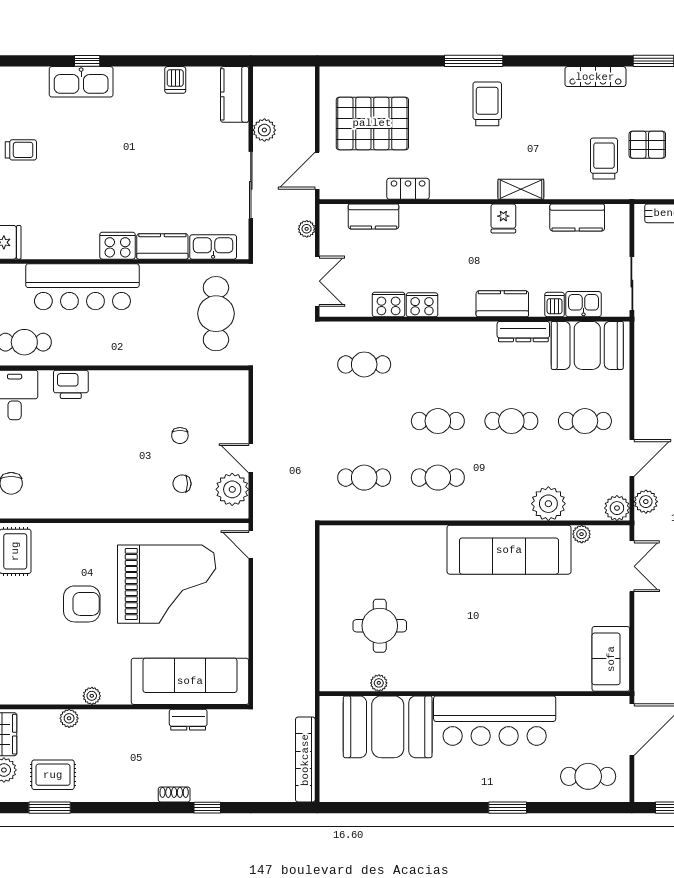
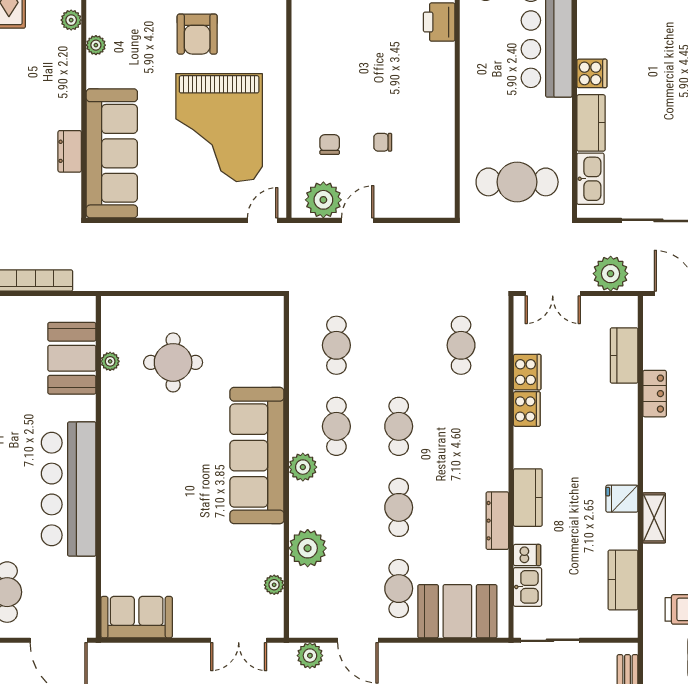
plant: (307, 229) -> (611, 274), width x1.88, depth x1.88
cooker: (117, 246) -> (592, 73), width x0.73
booth: (587, 345) -> (457, 611), moved, turned 90
plant: (617, 508) -> (303, 467), moved
sofa: (509, 550) -> (257, 456), moved
booth: (388, 727) -> (72, 358), width x0.73, depth x0.70

